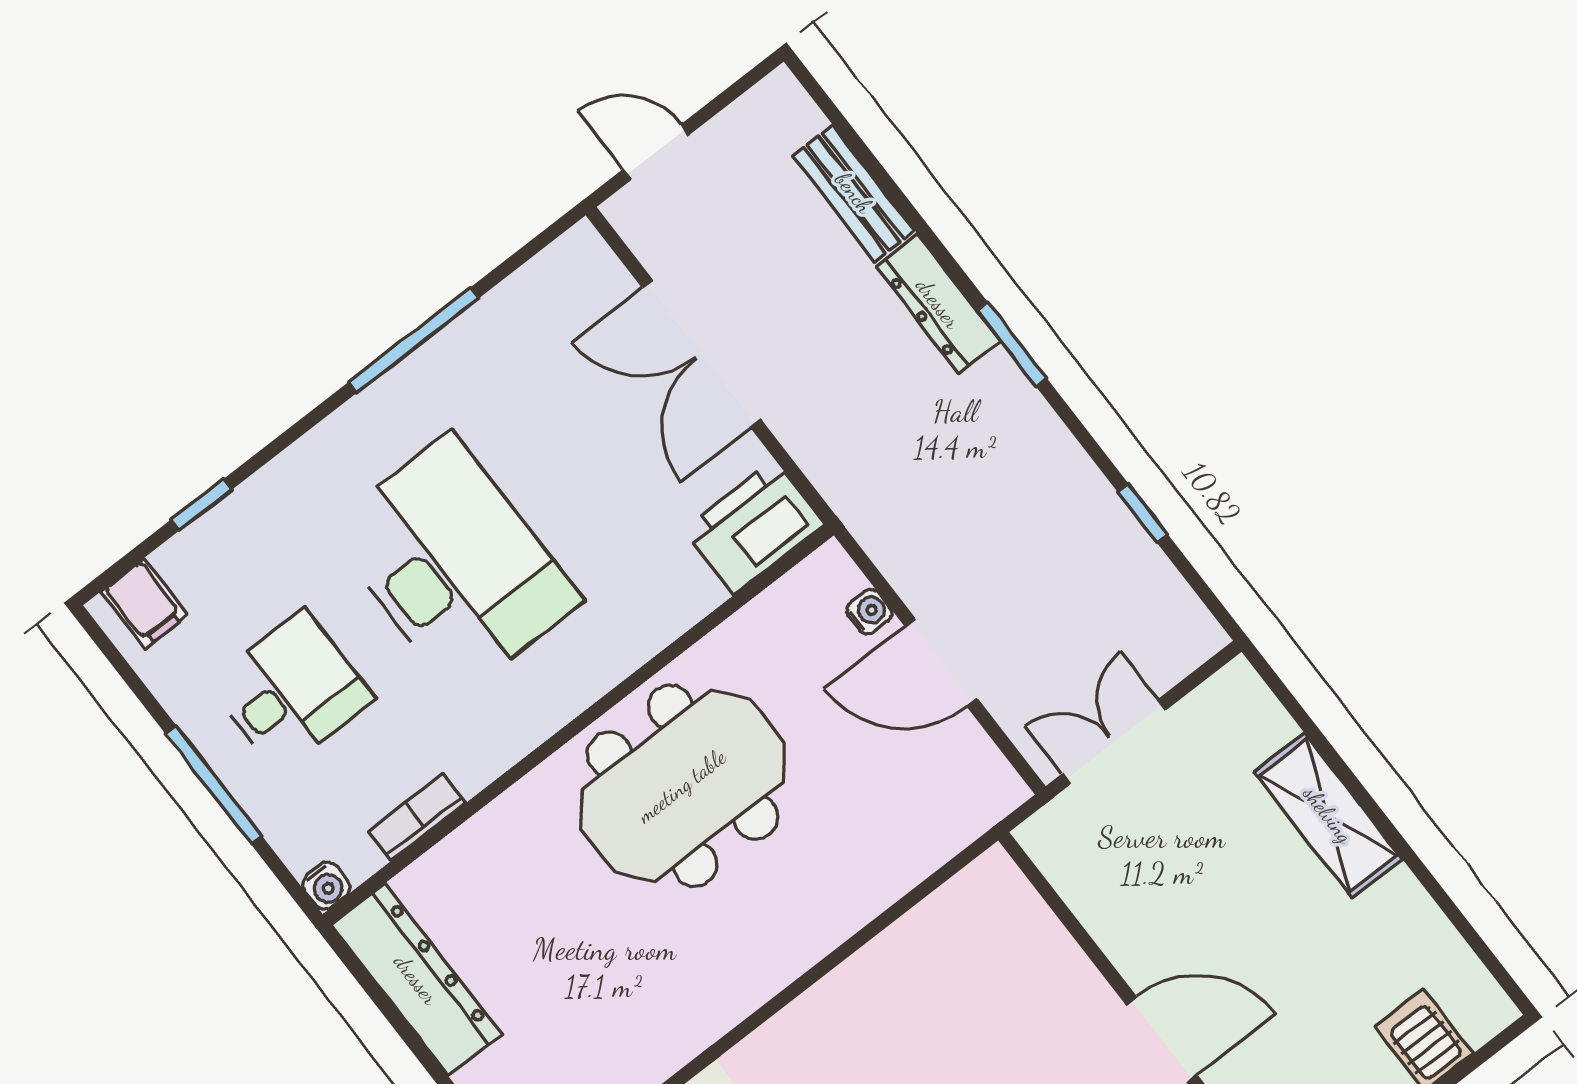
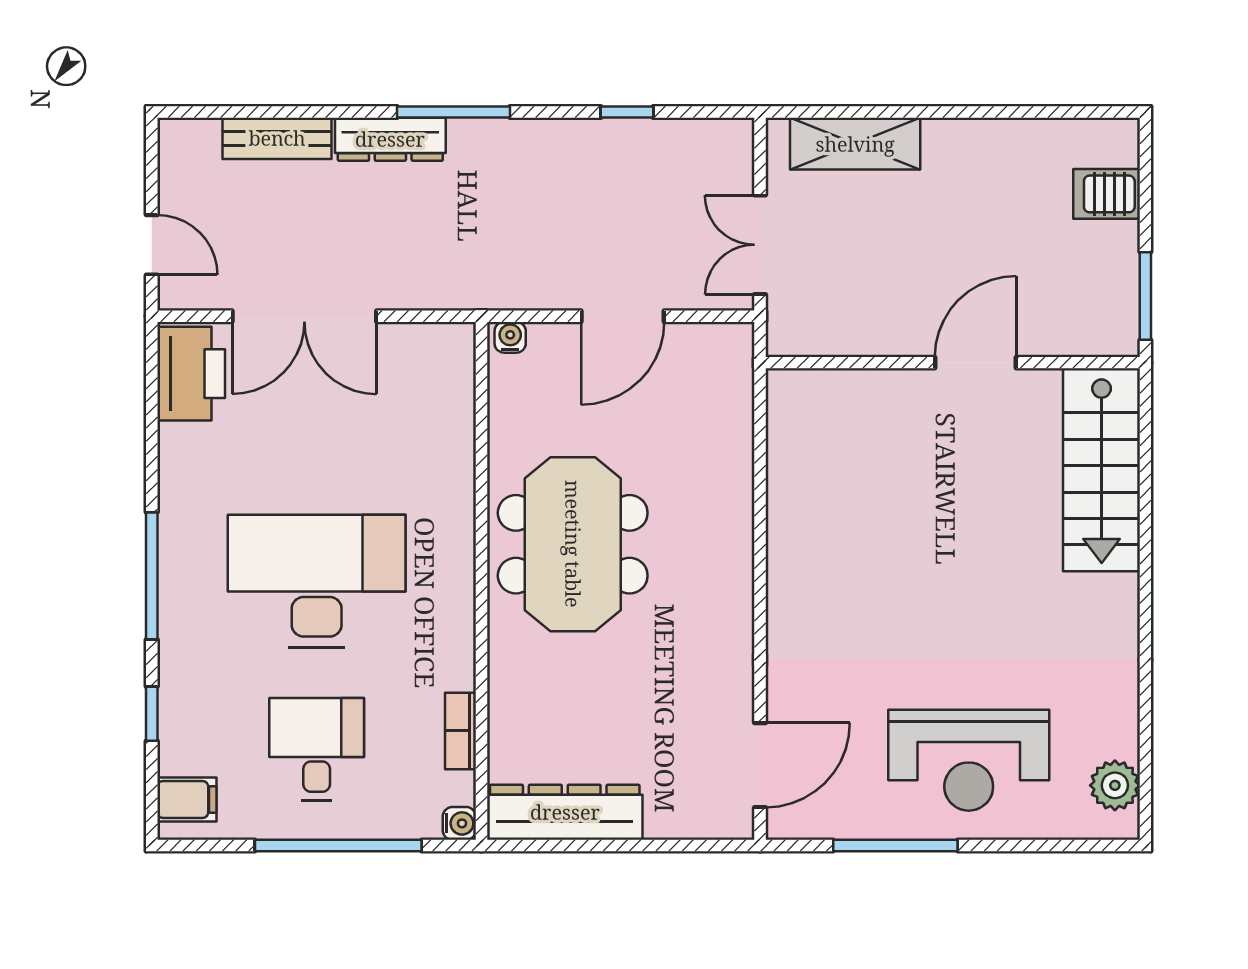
door: (656, 152) -> (152, 245), swing flipped
window: (414, 340) -> (152, 576), moved
window: (1012, 345) -> (453, 112), width x1.44
printer: (754, 527) -> (191, 374), moved, turned 180
water cooler: (869, 612) -> (510, 337), moved
window: (214, 785) -> (338, 846), width x1.46
shelving: (1328, 815) -> (855, 144), moved

